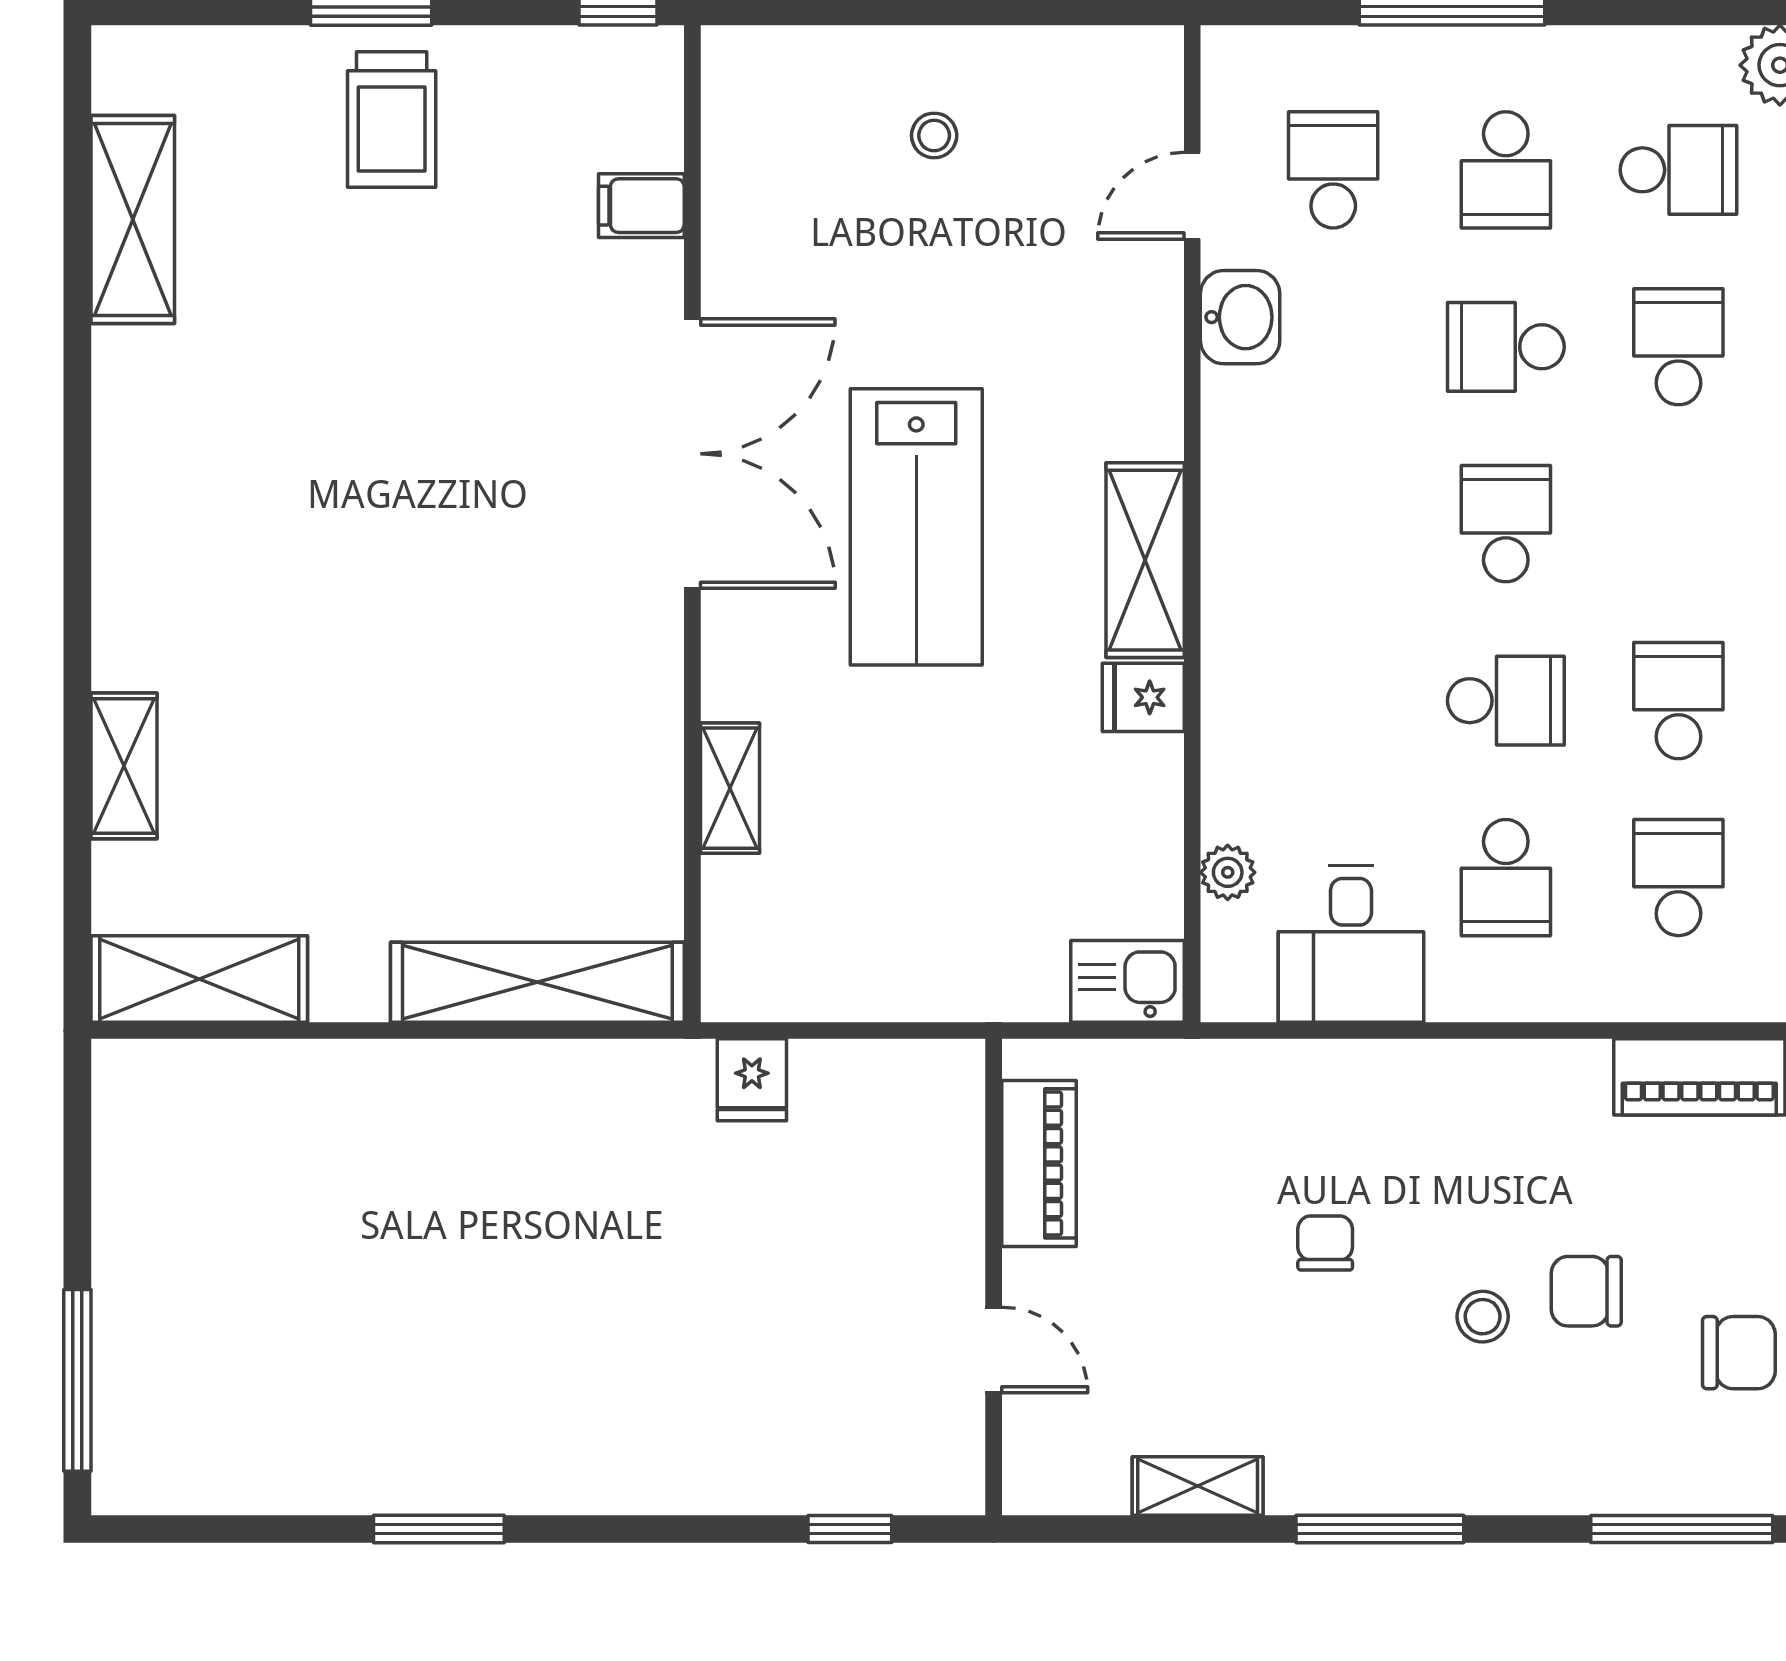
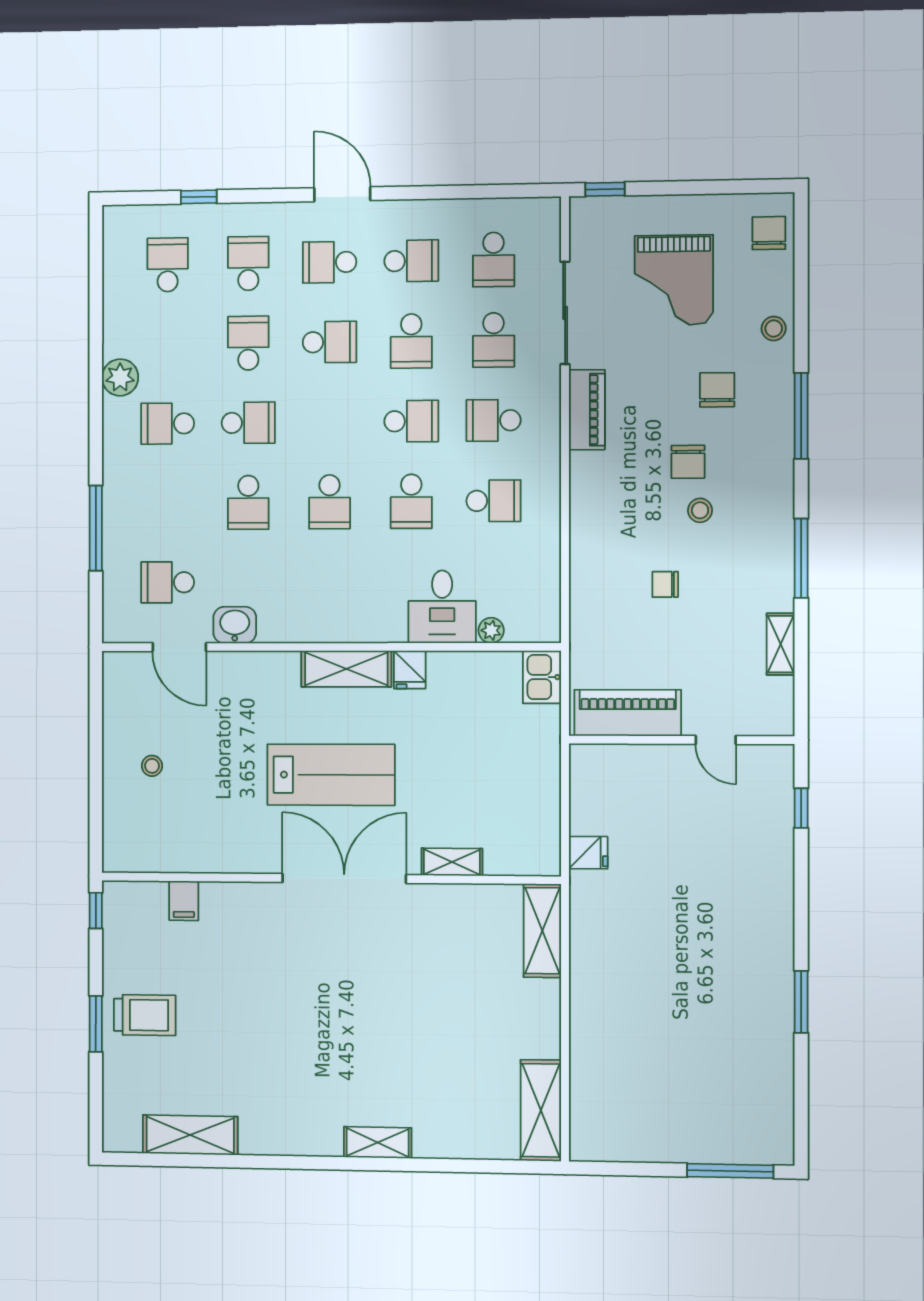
school desk: (1506, 170) -> (168, 503), removed
school desk: (1678, 170) -> (168, 424), turned -90
door: (1192, 196) -> (179, 647), width x1.38
school desk: (1678, 347) -> (248, 423), turned 180
double door: (692, 454) -> (344, 879), moved
school desk: (1506, 524) -> (330, 502), turned -90
school desk: (1506, 701) -> (411, 501), turned 180
school desk: (1678, 701) -> (411, 421), turned 180
shelving: (124, 766) -> (378, 1142), moved
desk: (1351, 944) -> (442, 607), moved, turned 90
shelving: (537, 982) -> (542, 931), width x0.68
piano: (1039, 1163) -> (628, 713), width x1.37, depth x1.33
door: (994, 1350) -> (716, 740), swing flipped

